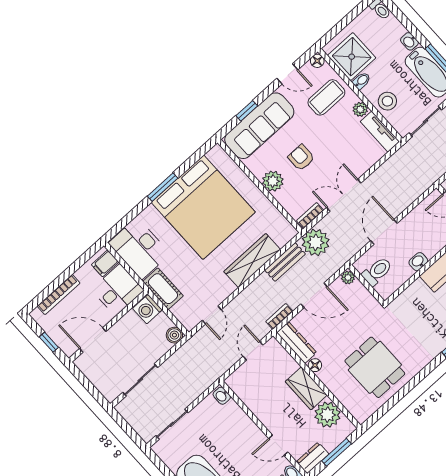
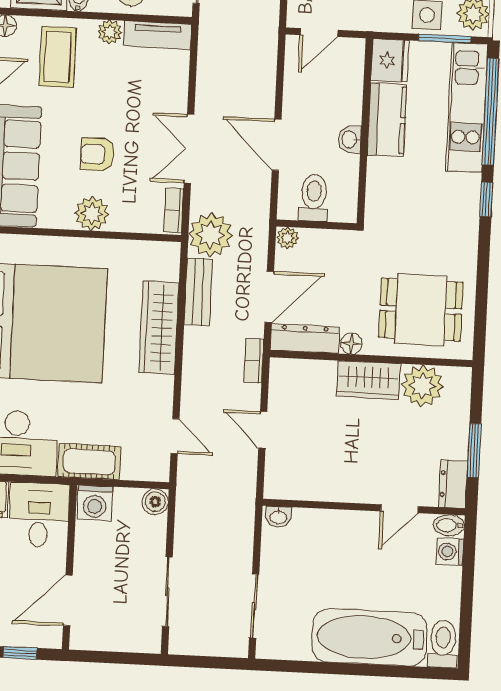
dresser: (297, 342) -> (305, 339), moved
floor lamp: (315, 365) -> (352, 344), moved
wall: (317, 380) -> (371, 359), moved
wardrobe: (306, 388) -> (368, 380), moved
plant: (327, 415) -> (422, 386), moved

